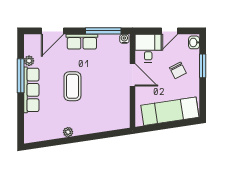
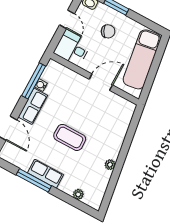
water cooler: (124, 39) -> (41, 85), moved
plant: (29, 61) -> (78, 194), moved
door: (133, 75) -> (101, 82), moved
row of seats: (31, 90) -> (45, 174), width x0.68

